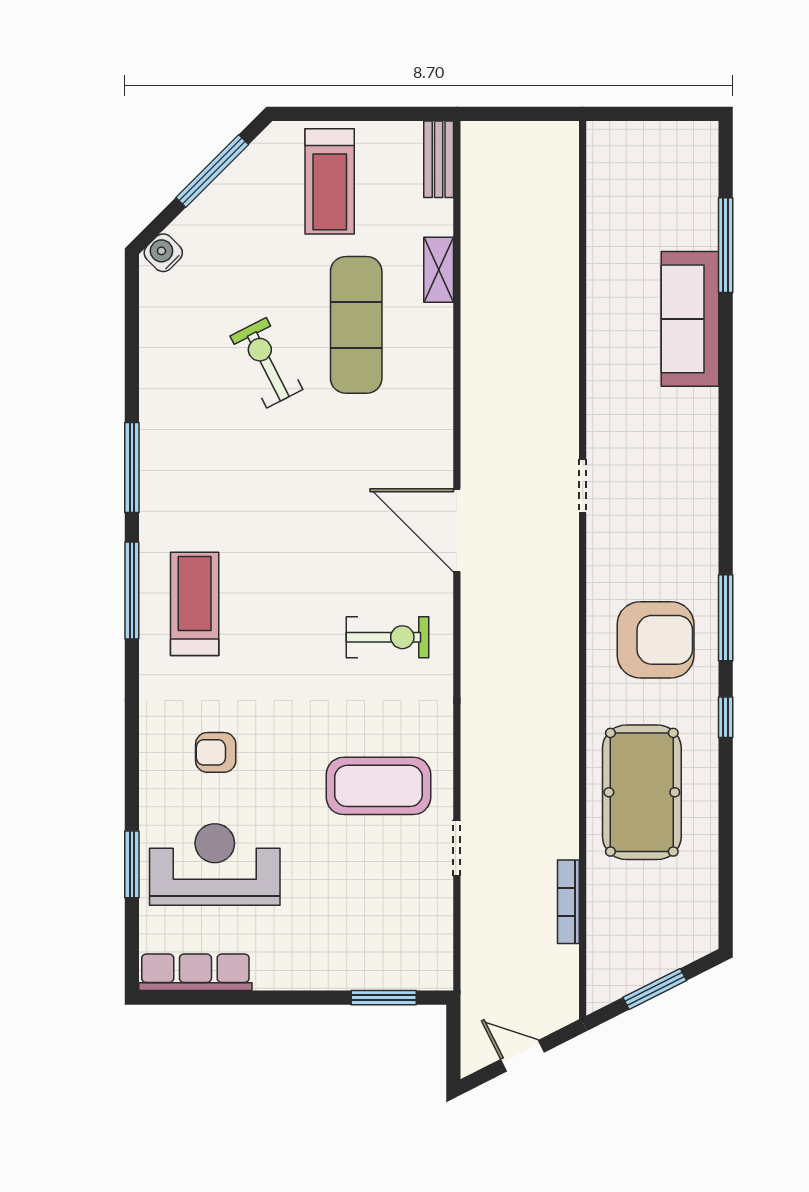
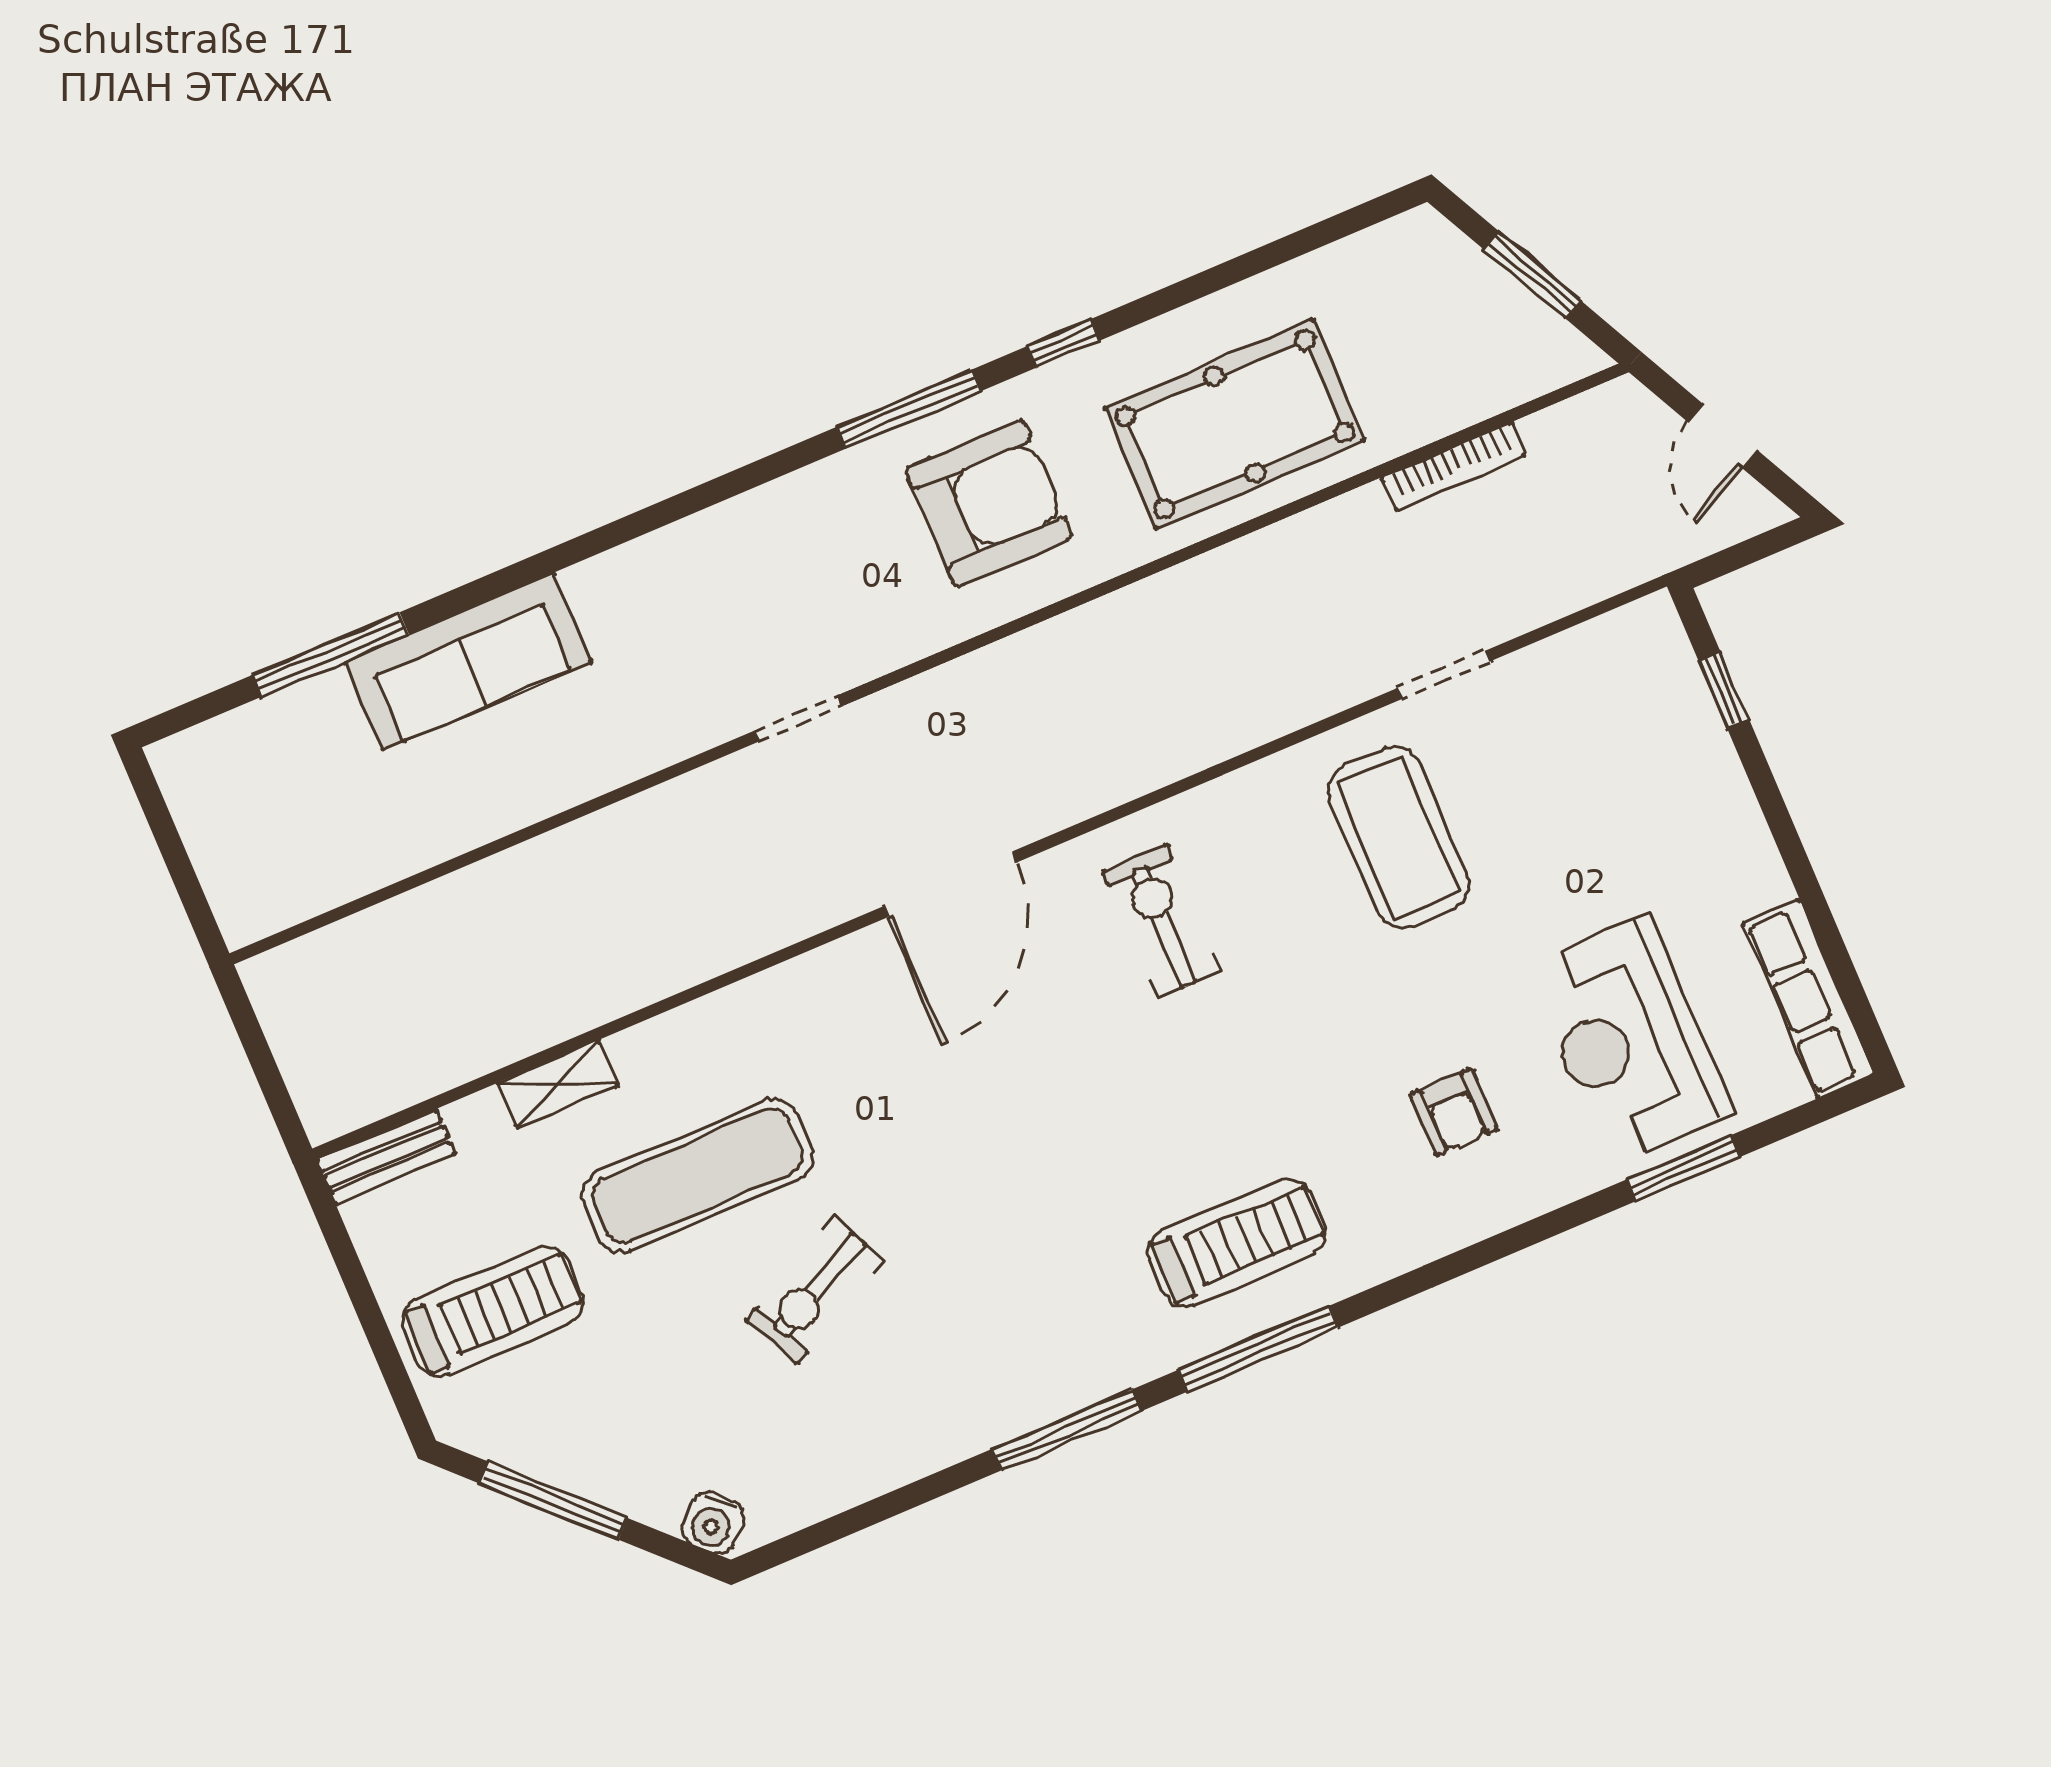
treadmill: (195, 604) -> (1237, 1243), turned 180
armchair: (656, 640) -> (989, 503), turned 90
window: (384, 998) -> (1724, 690), width x0.67

